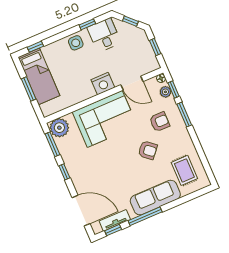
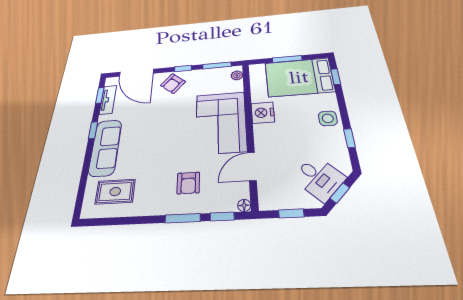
desk: (104, 35) -> (319, 178), moved, turned 45
bed: (39, 76) -> (299, 77), width x1.50
nightstand: (103, 84) -> (263, 113), moved
plant: (165, 92) -> (223, 204), removed
plant: (59, 128) -> (237, 75), width x0.53, depth x0.53
armchair: (148, 150) -> (173, 84), moved
door: (81, 211) -> (136, 73), hinge flipped
window: (145, 216) -> (93, 130), width x0.46

